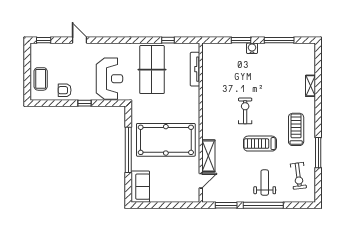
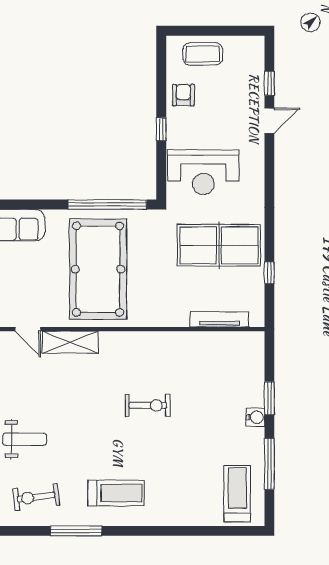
window: (44, 40) -> (269, 83), moved
shelving: (310, 86) -> (191, 518), removed
treadmill: (260, 144) -> (237, 494), moved
window: (128, 150) -> (107, 205), moved

